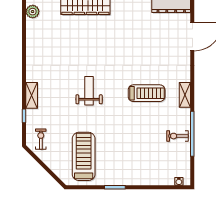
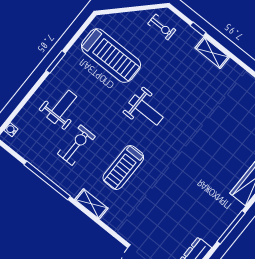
weight bench: (89, 91) -> (146, 110), moved
exercise bike: (177, 136) -> (76, 145), moved, width x1.38, depth x1.39
weight bench: (140, 161) -> (62, 107), added

